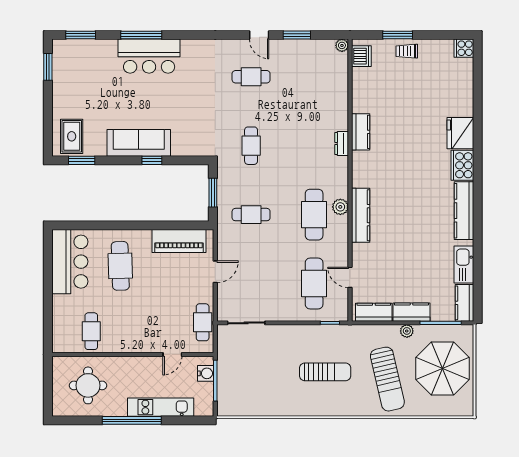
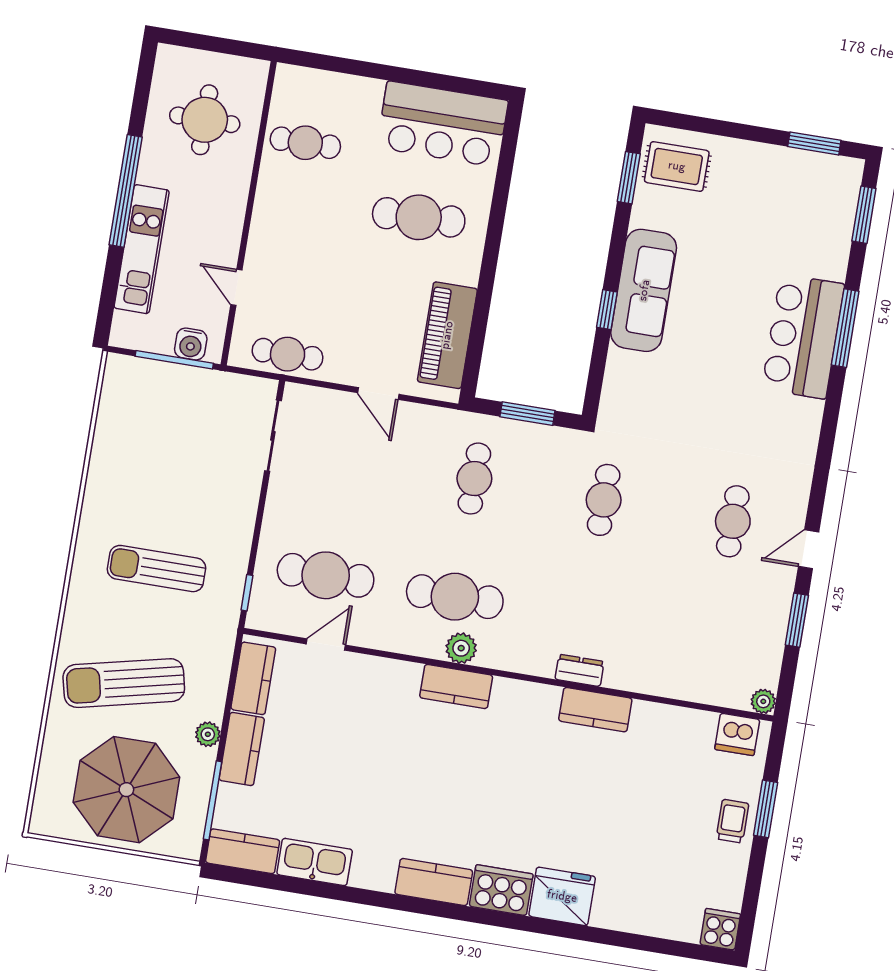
cafe table: (251, 146) -> (604, 500), turned 90
kitchen counter: (464, 211) -> (434, 882), width x0.67
kitchen counter: (361, 215) -> (456, 686), width x0.67
sun lounger: (325, 372) -> (156, 569), turned 90

